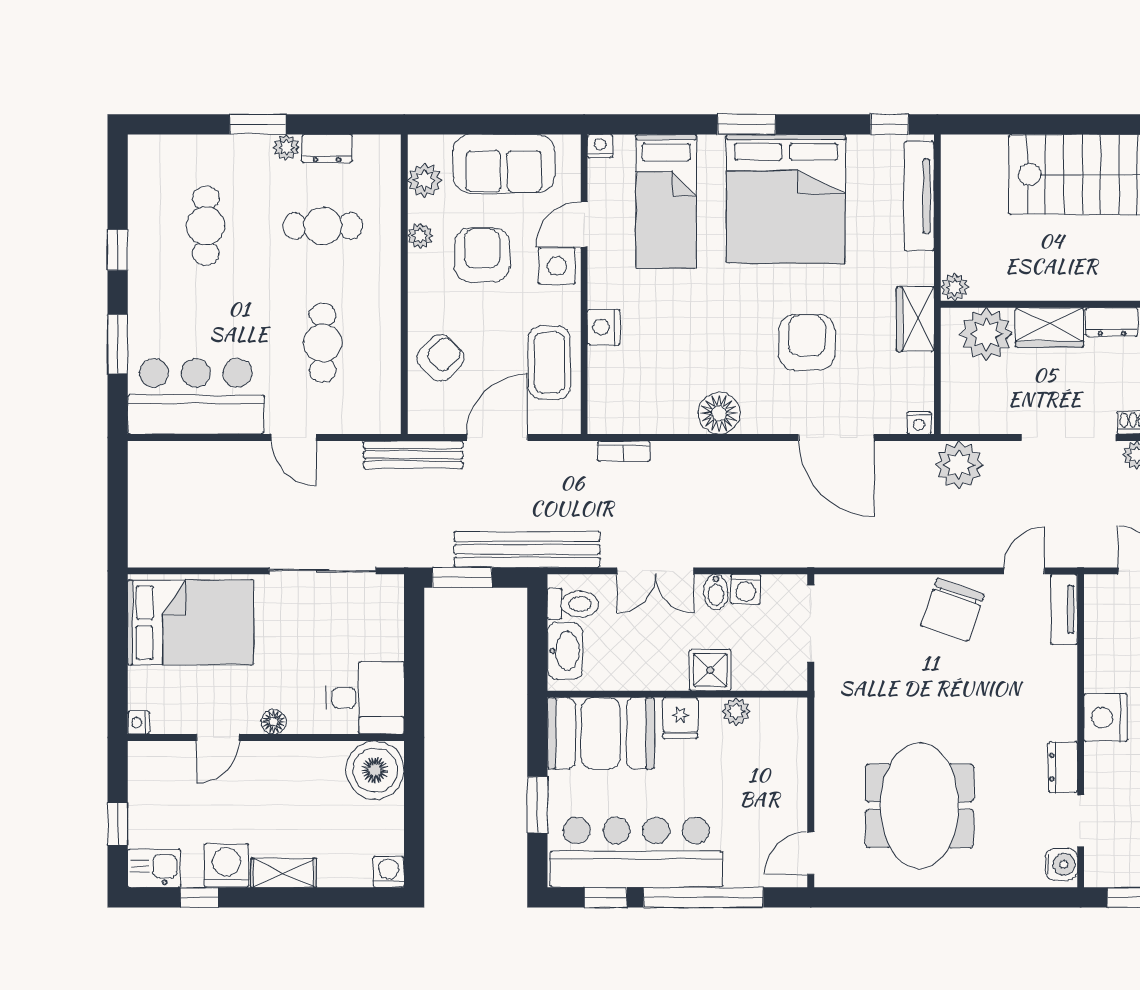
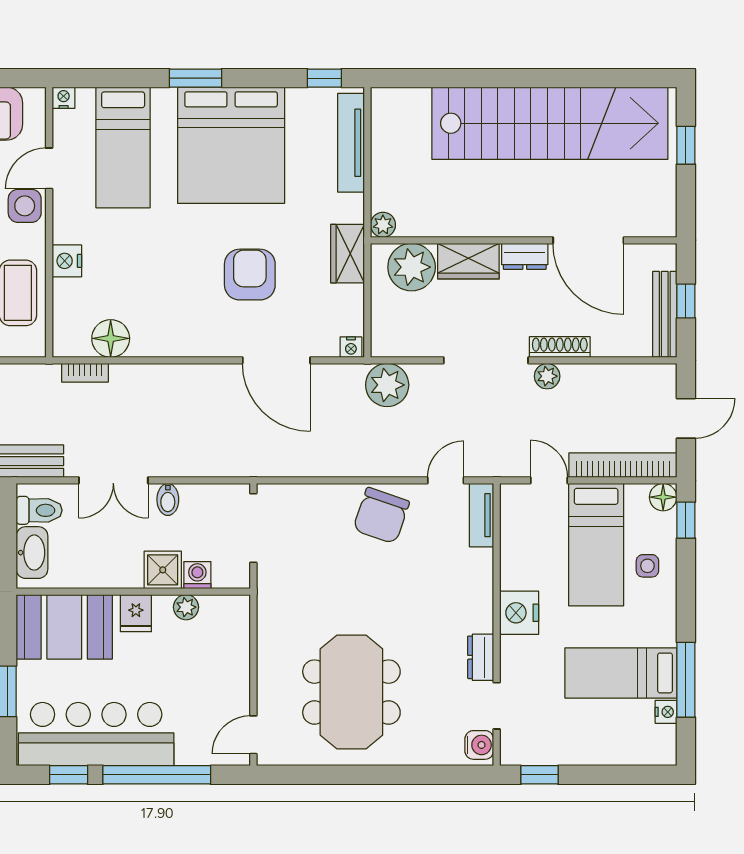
floor lamp: (719, 413) -> (111, 338), moved
washing machine: (746, 589) -> (197, 575), moved, turned 180

